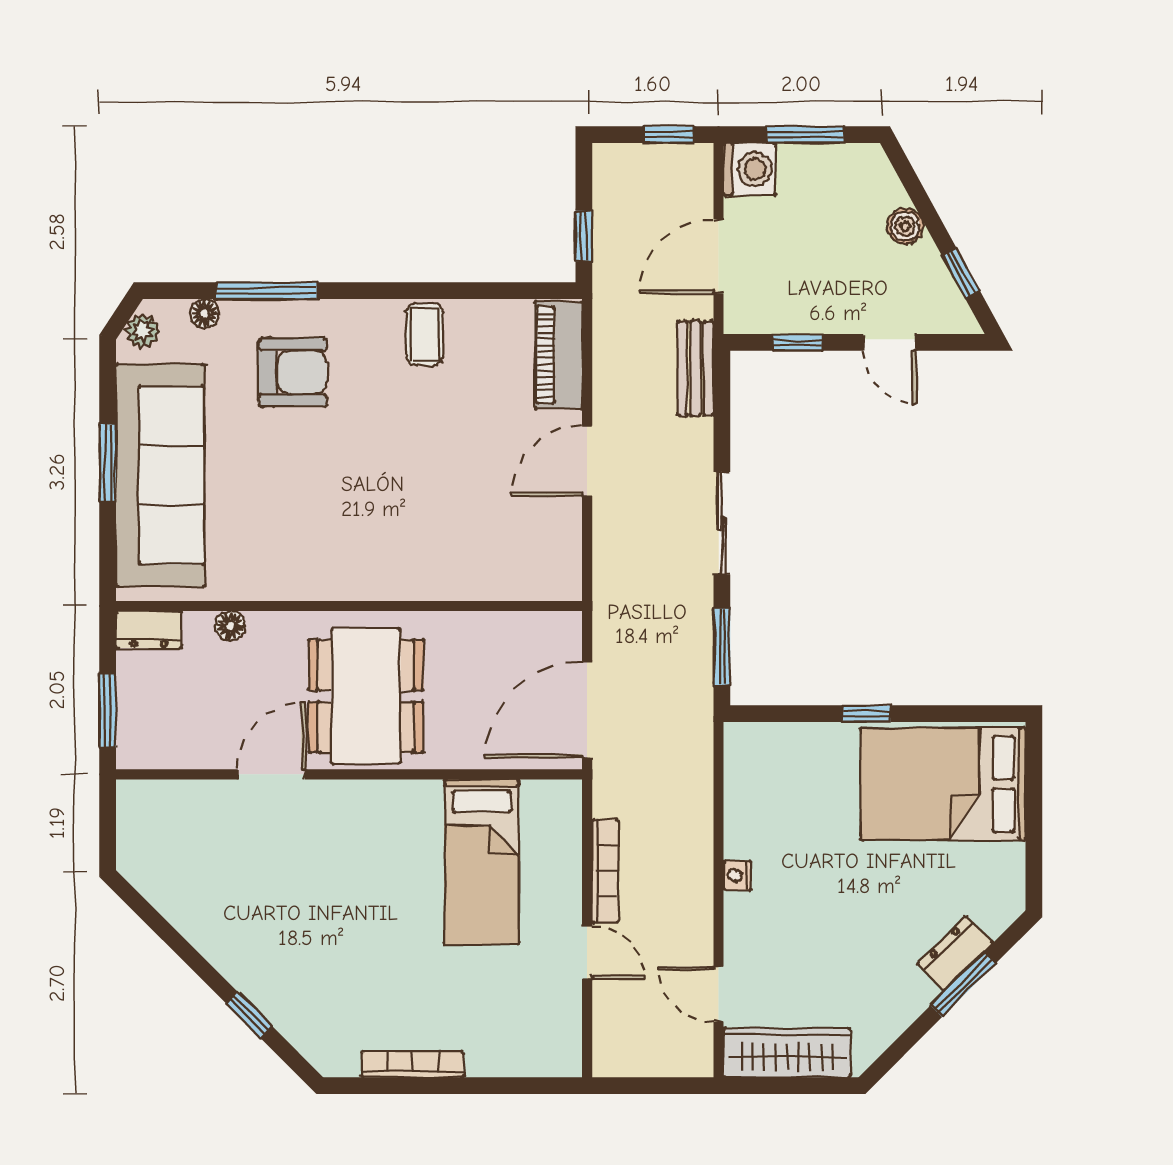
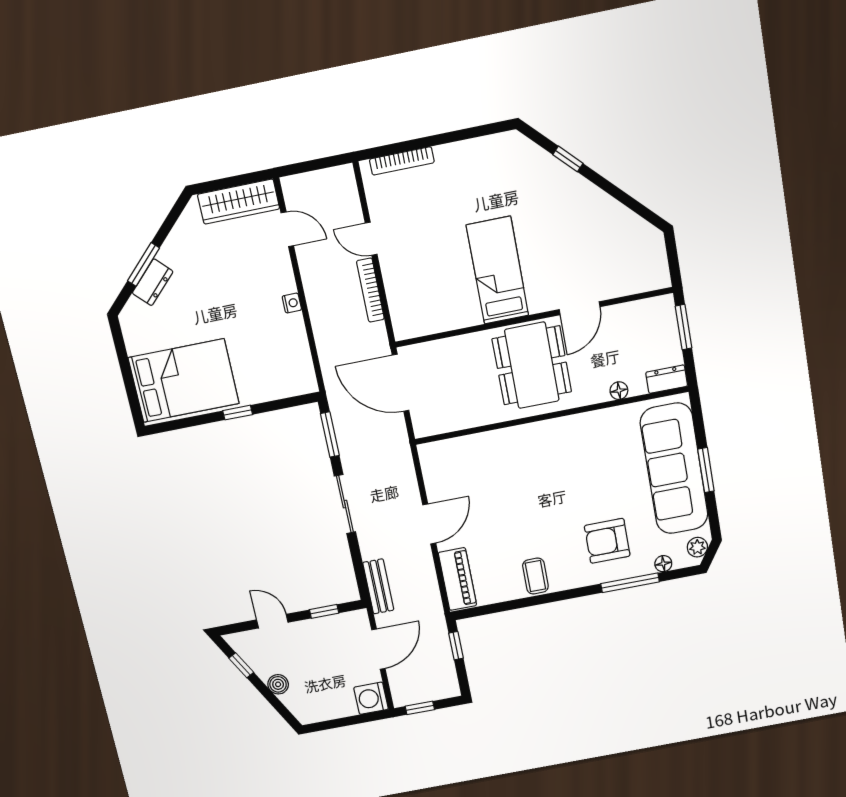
window: (805, 135) -> (344, 722), removed
door: (587, 710) -> (400, 383), swing flipped
bed: (482, 862) -> (497, 270), moved
bookcase: (412, 1064) -> (402, 161), moved

